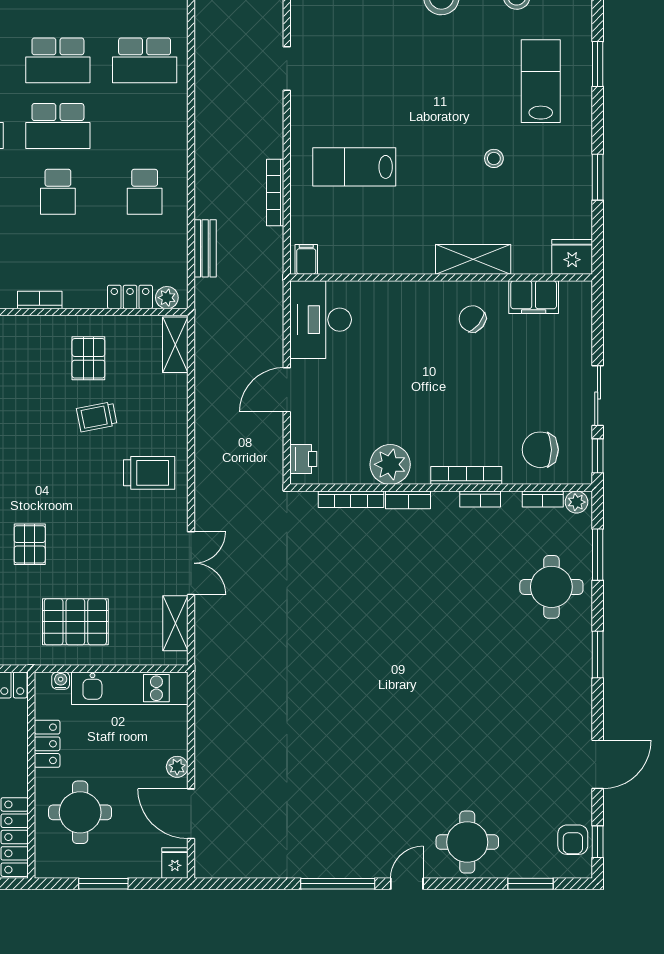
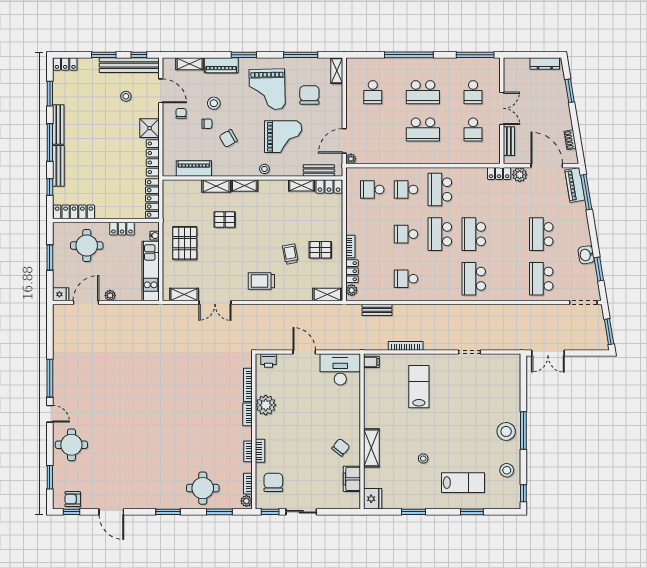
bookcase: (40, 300) -> (350, 247), moved
trolley: (149, 473) -> (261, 281), turned 90
bookcase: (466, 475) -> (260, 451), width x0.64

